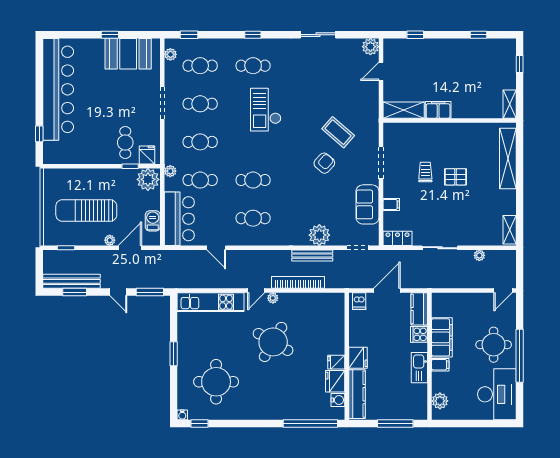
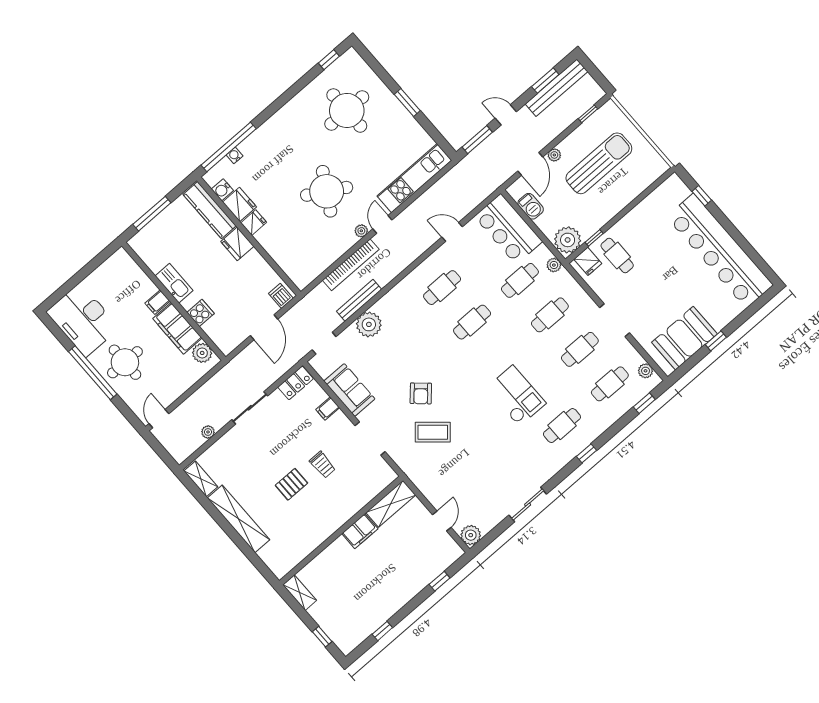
shelving: (508, 158) -> (239, 519), moved
kitchen counter: (419, 309) -> (220, 336), removed
plant: (440, 401) -> (202, 353), moved
water cooler: (182, 415) -> (235, 155), moved

